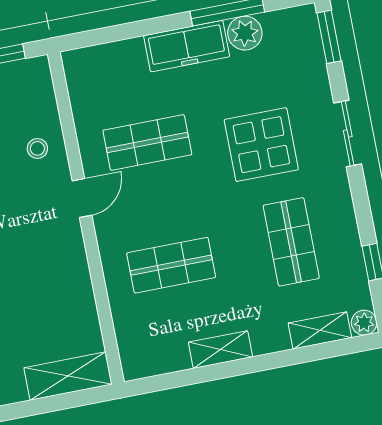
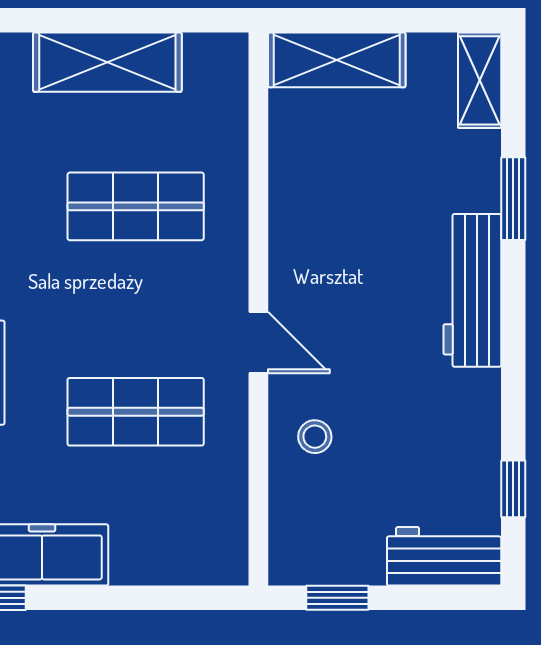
door: (82, 198) -> (258, 343), swing flipped
shelving: (220, 350) -> (107, 62), width x1.50, depth x1.33

